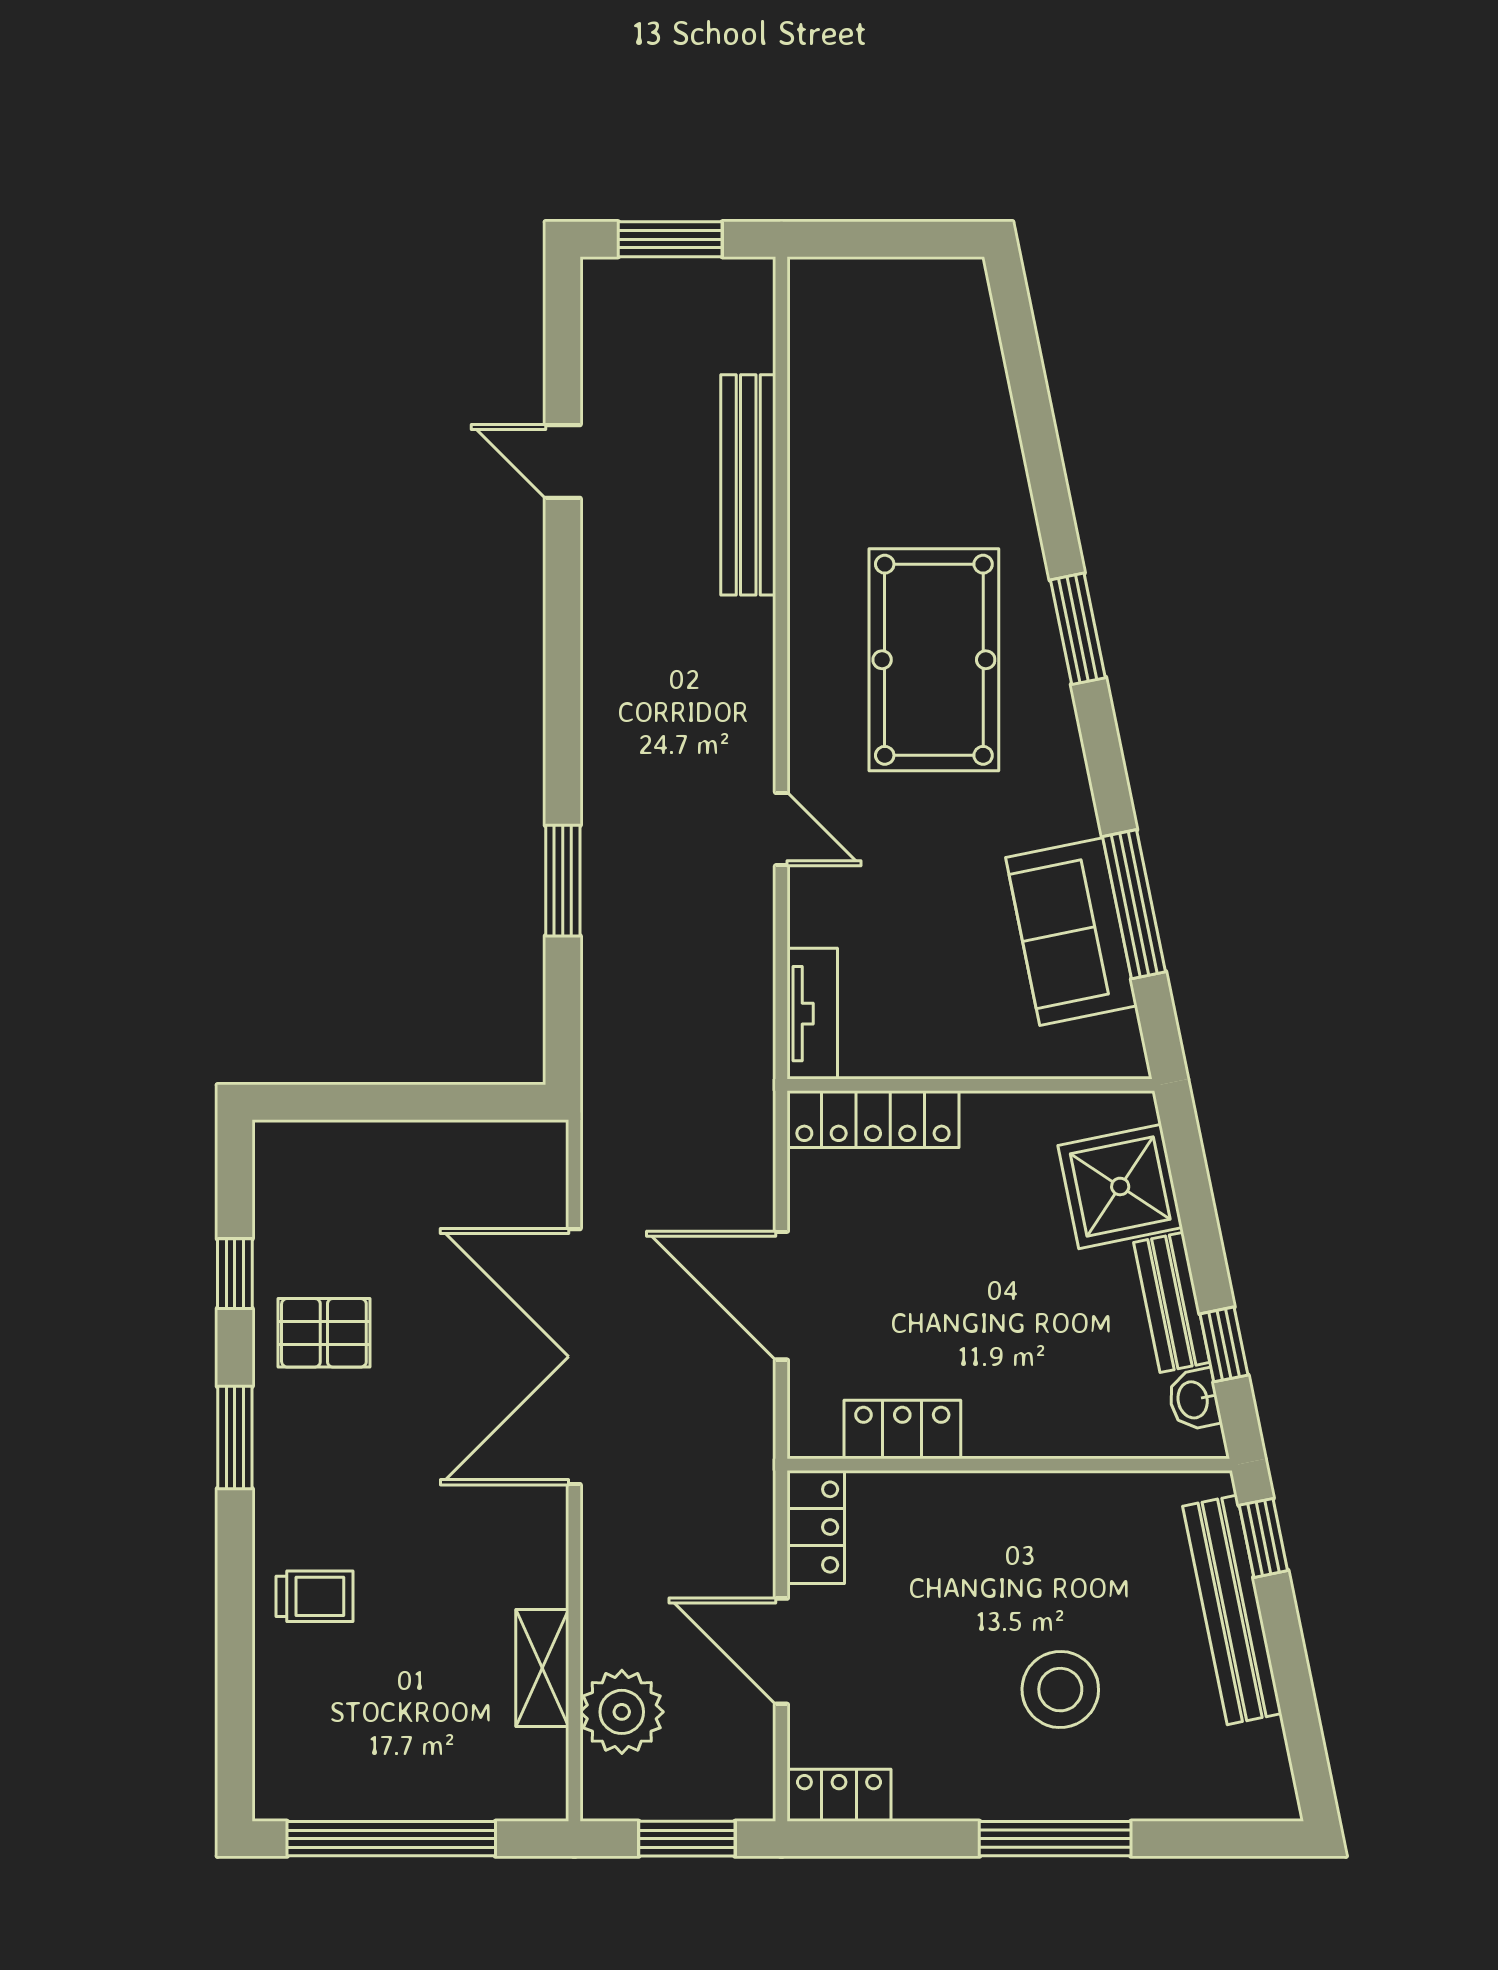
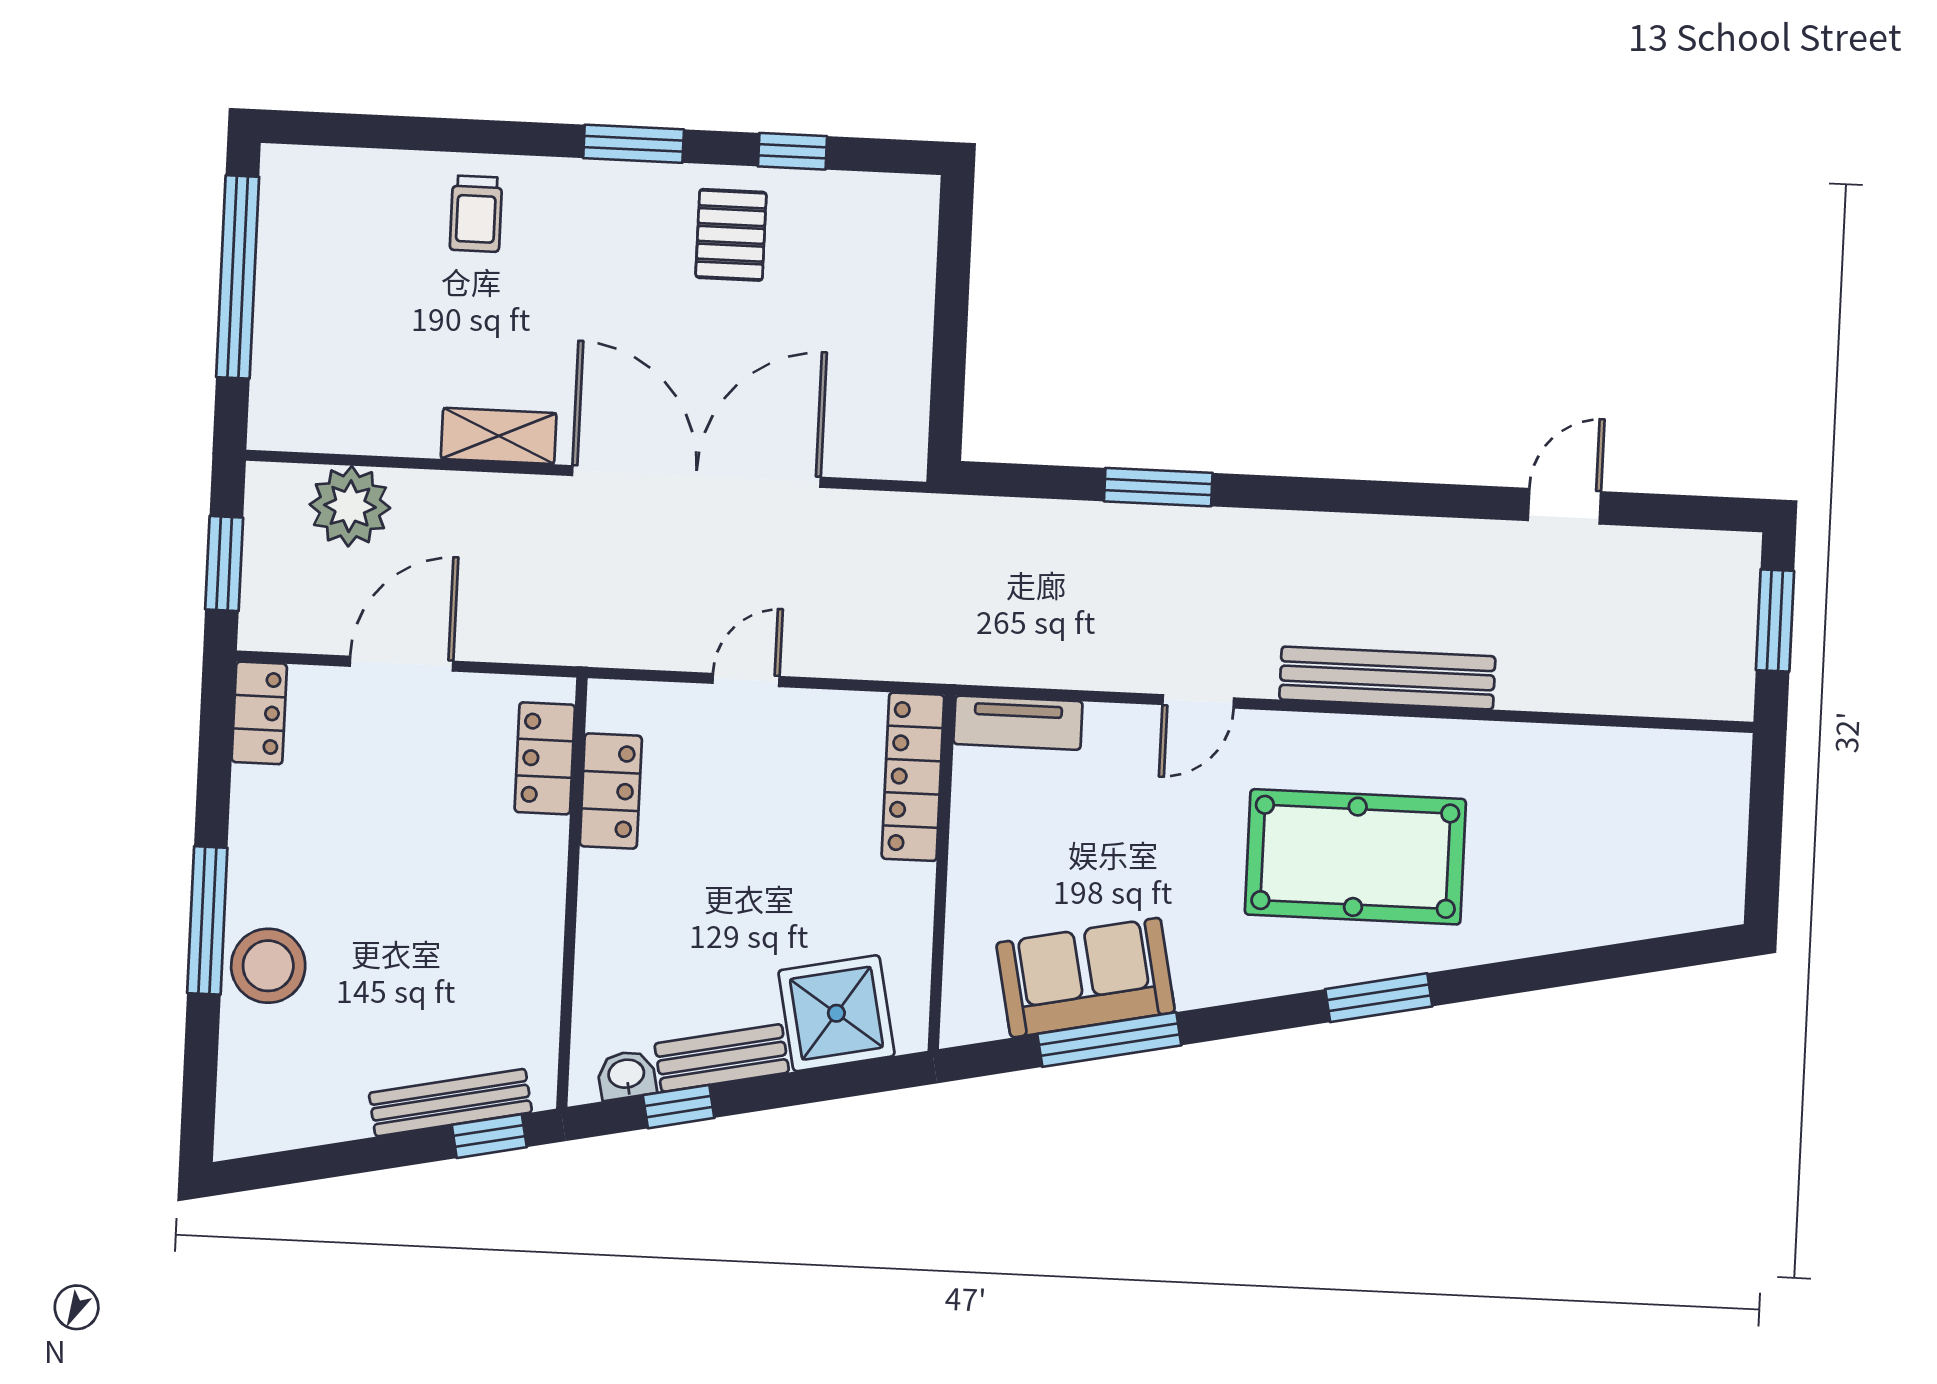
bench: (748, 485) -> (1387, 678), moved
door: (781, 1296) -> (746, 680), width x0.53
locker: (816, 1527) -> (545, 758), moved, turned 90
bench: (1232, 1610) -> (450, 1103), width x0.73, depth x0.82
shelving: (542, 1668) -> (499, 436), moved
stool: (1060, 1690) -> (268, 966), moved

